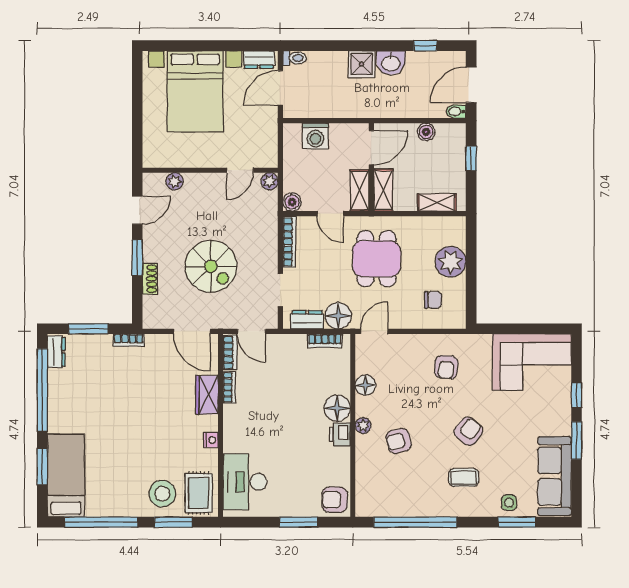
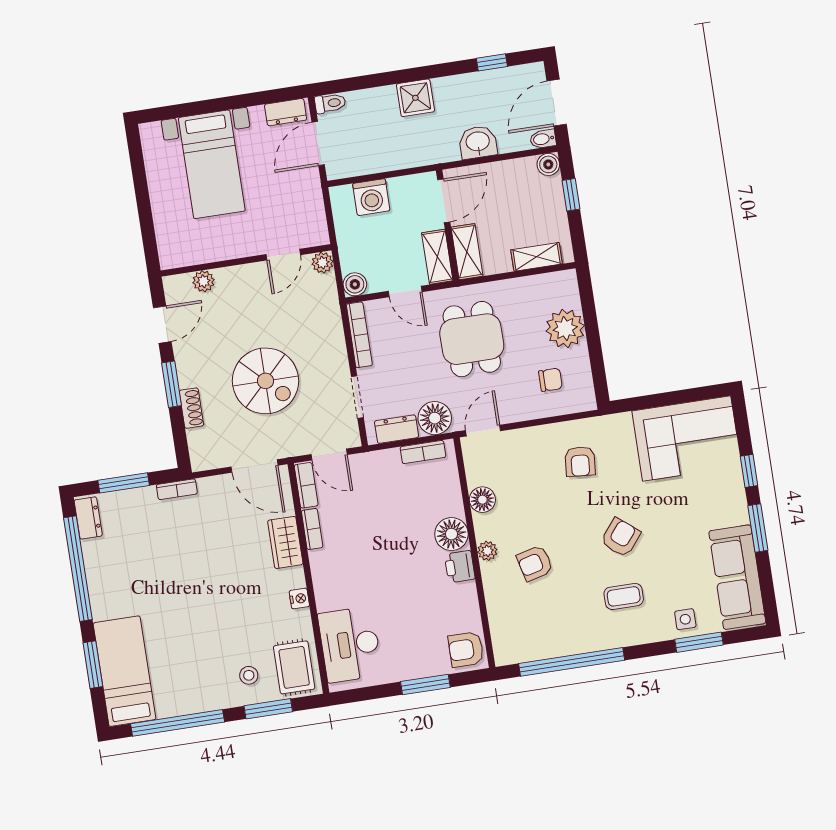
washbasin: (391, 63) -> (478, 142), moved, turned 180
bed with nightstands: (195, 91) -> (212, 164), width x0.73
boiler: (426, 132) -> (548, 164), moved
stool: (162, 494) -> (249, 675), width x0.53, depth x0.53

